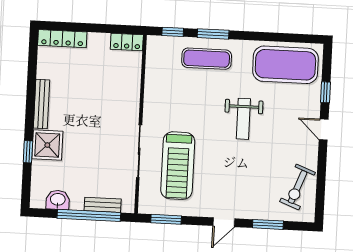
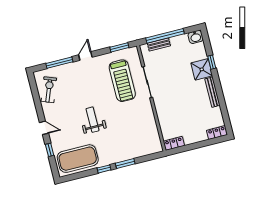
window: (173, 32) -> (104, 169), moved
locker: (62, 39) -> (217, 133), width x0.66
exercise mat: (207, 59) -> (125, 148), removed
treadmill: (178, 166) -> (122, 81), turned 180
washbasin: (58, 200) -> (196, 37), moved
window: (268, 224) -> (59, 63), width x1.44

